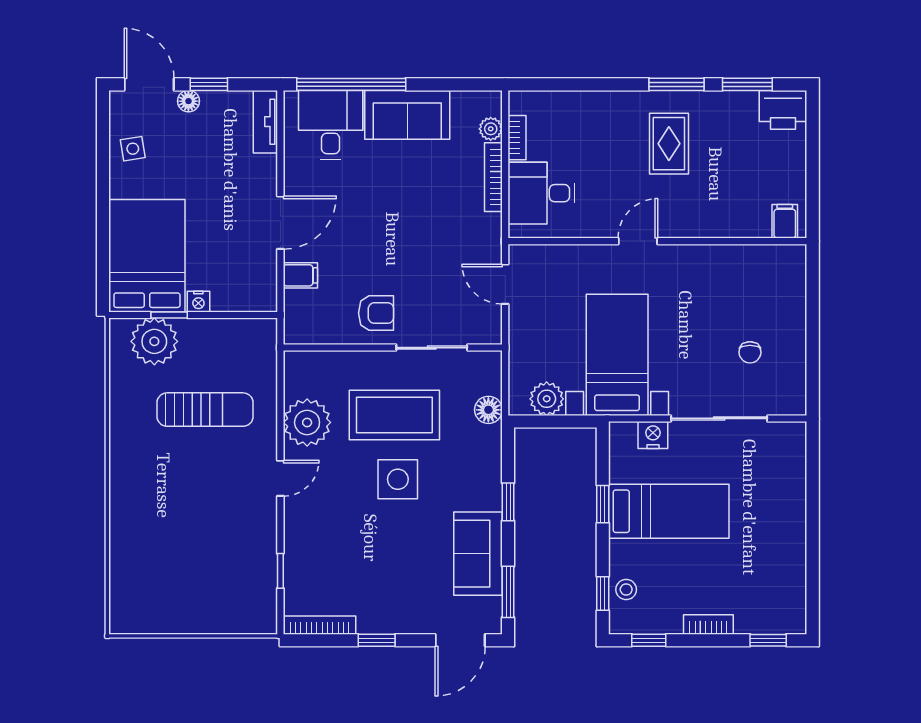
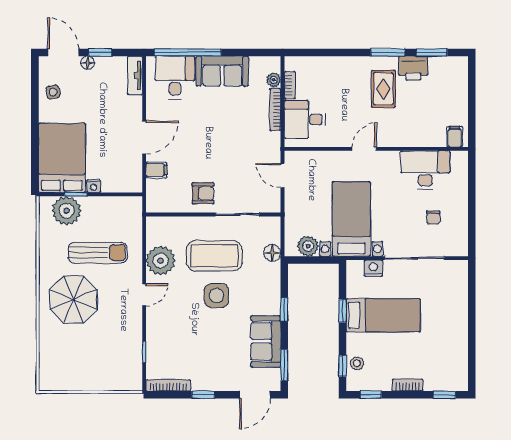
printer: (783, 110) -> (413, 68), moved
desk: (737, 275) -> (425, 170), added
parasol: (166, 486) -> (74, 300), added

